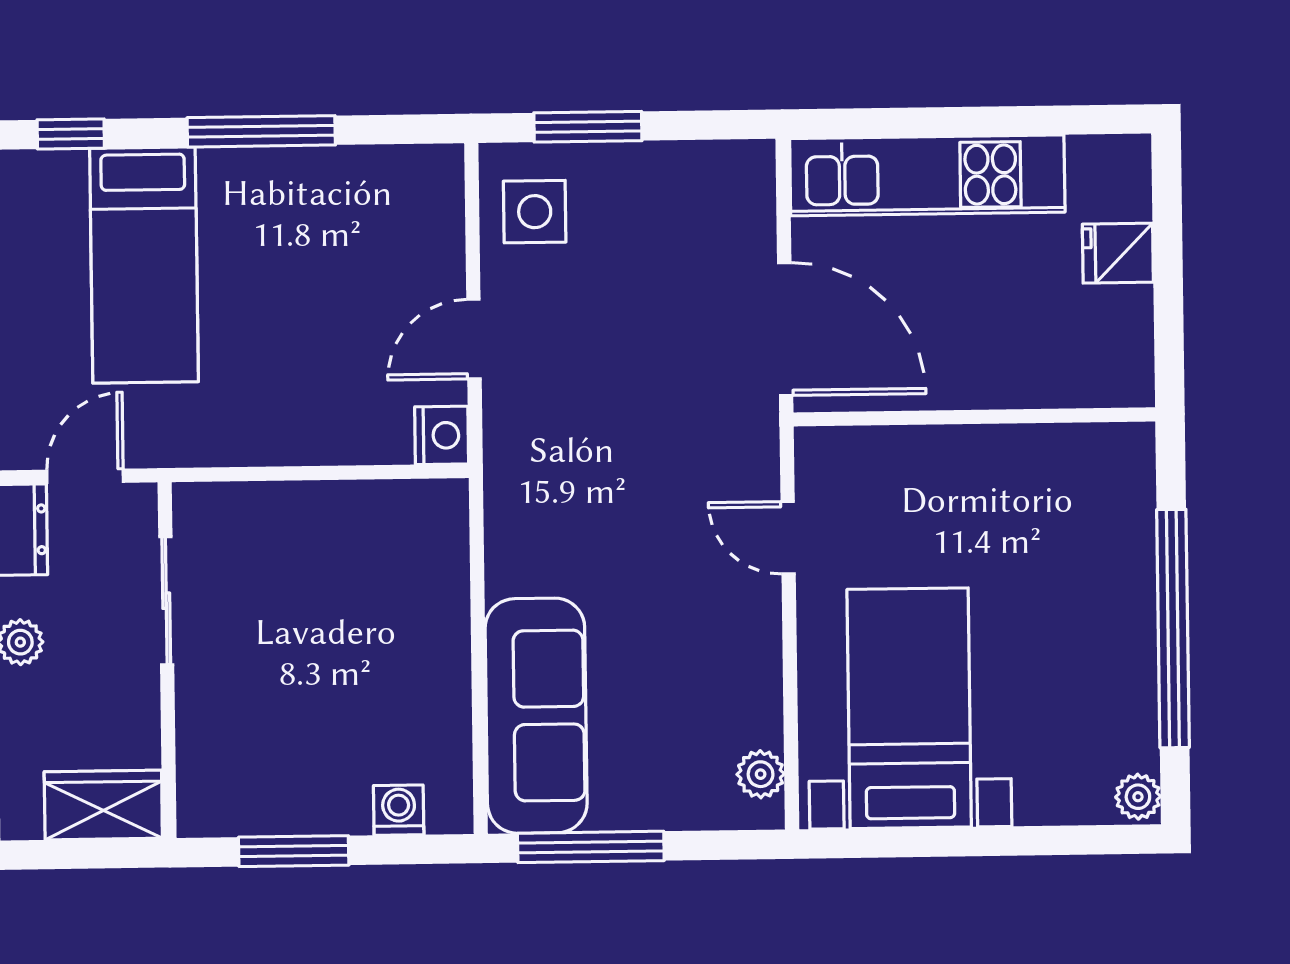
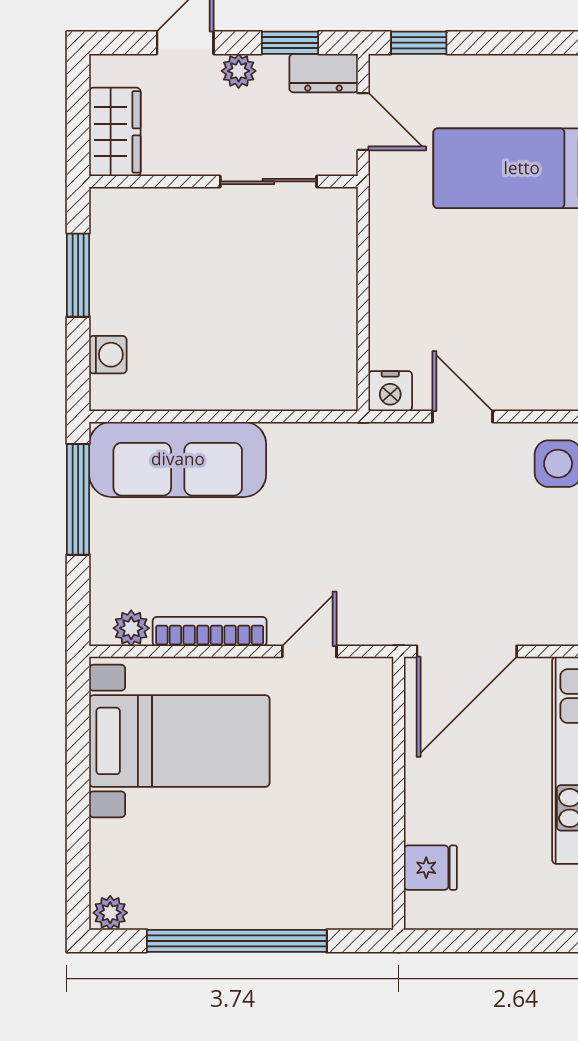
fridge: (1118, 253) -> (430, 868), moved, turned 90
bookcase: (764, 670) -> (210, 631), added

